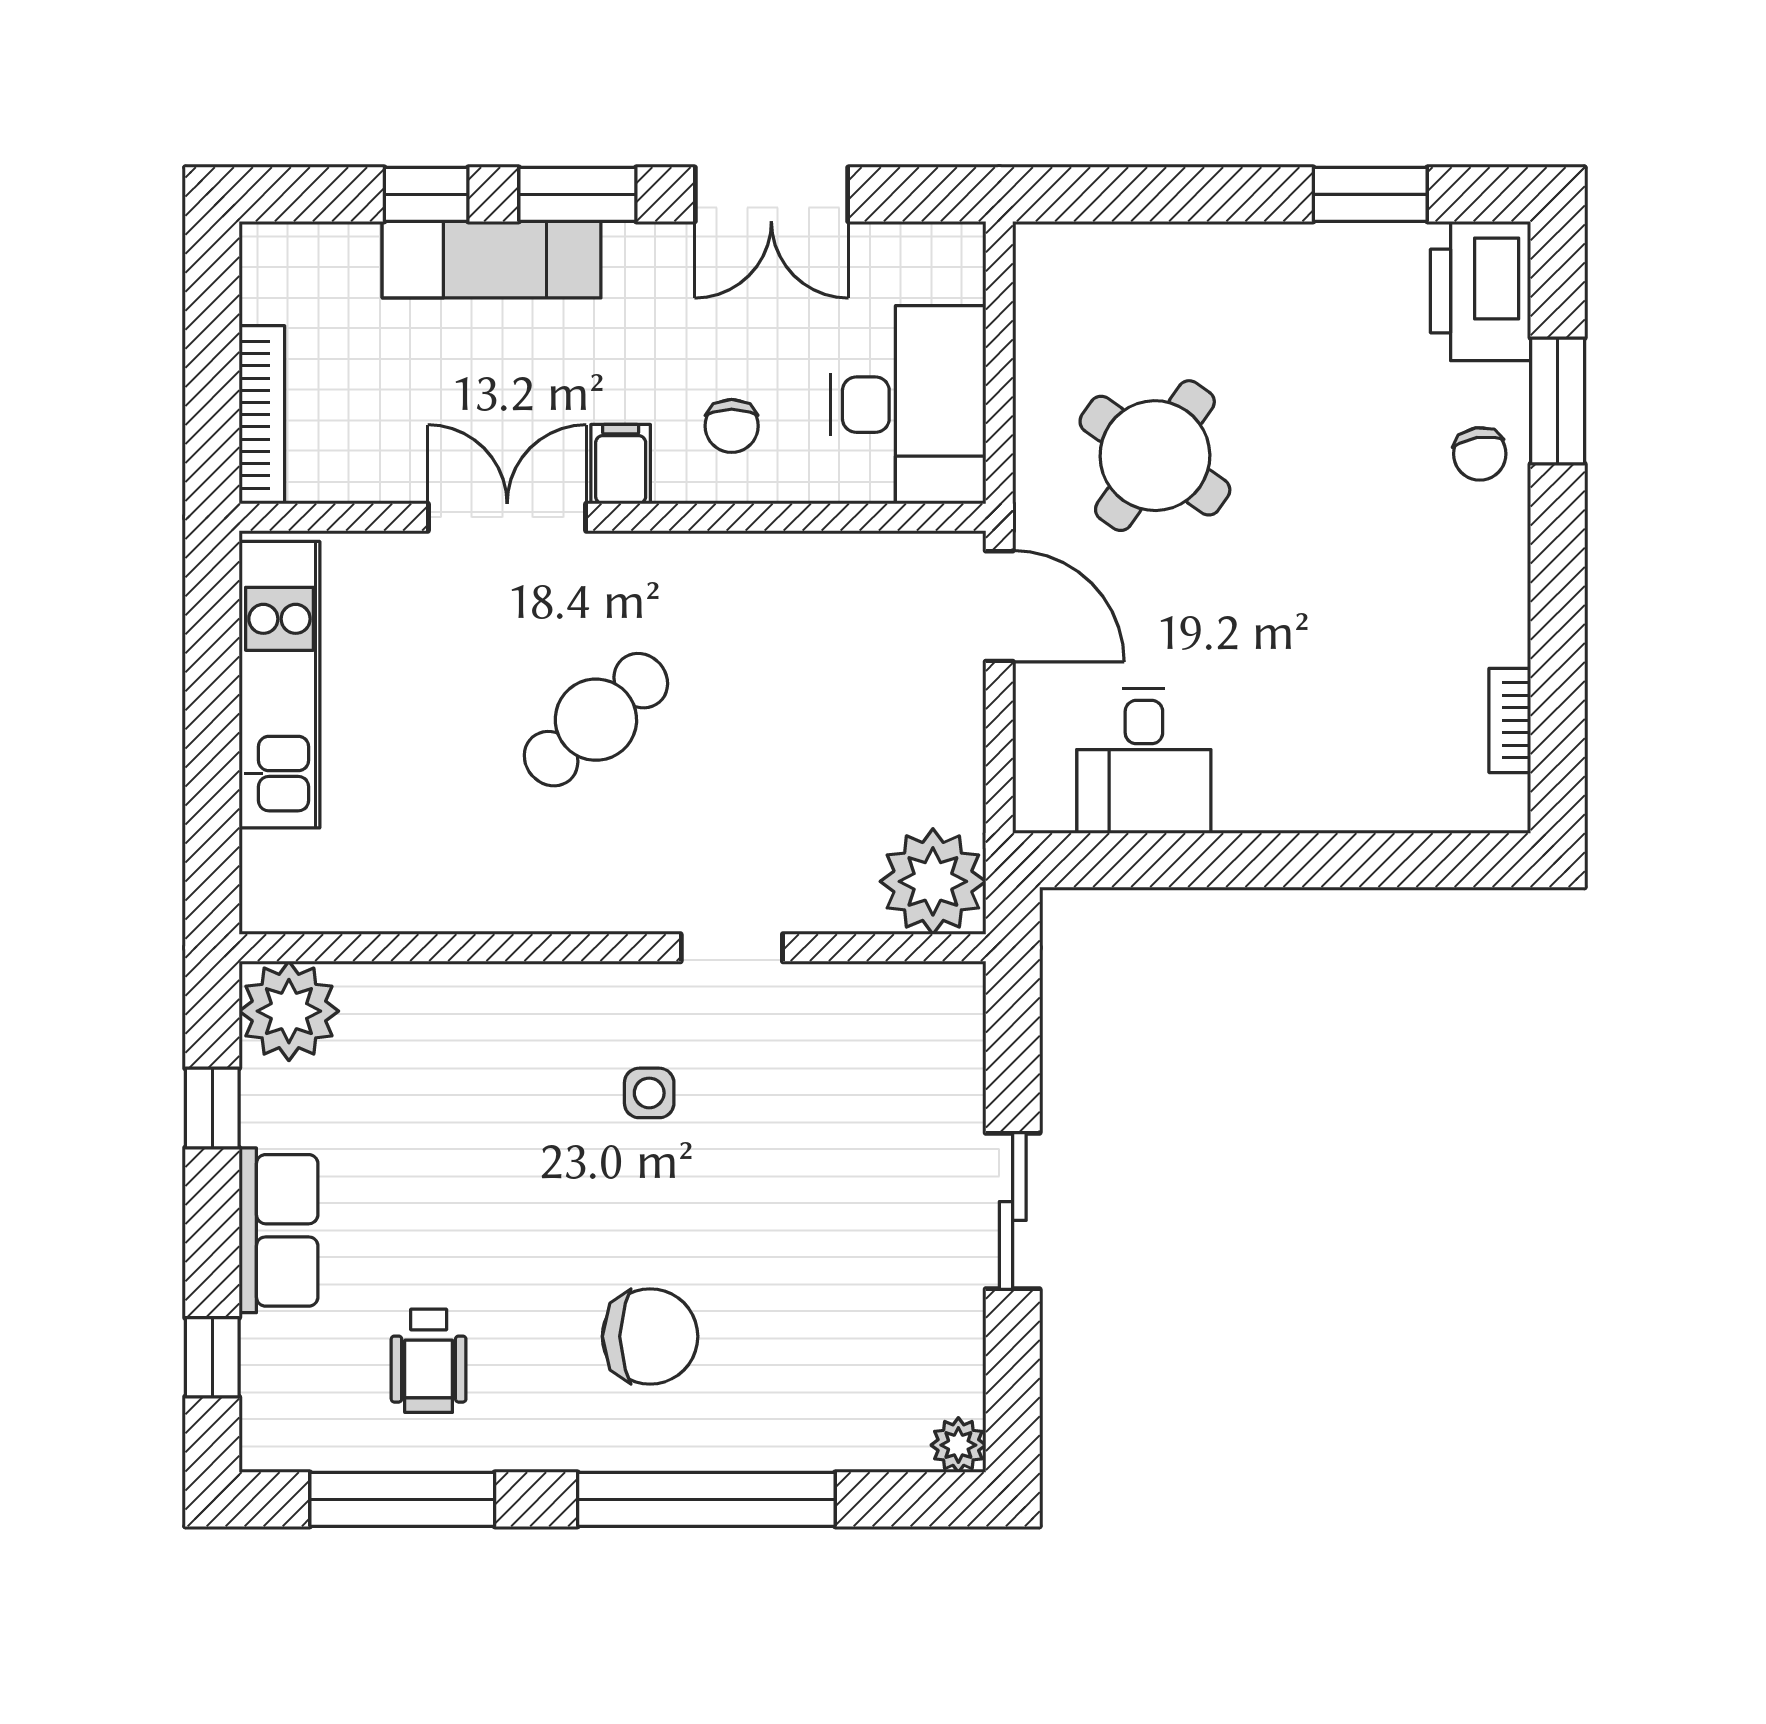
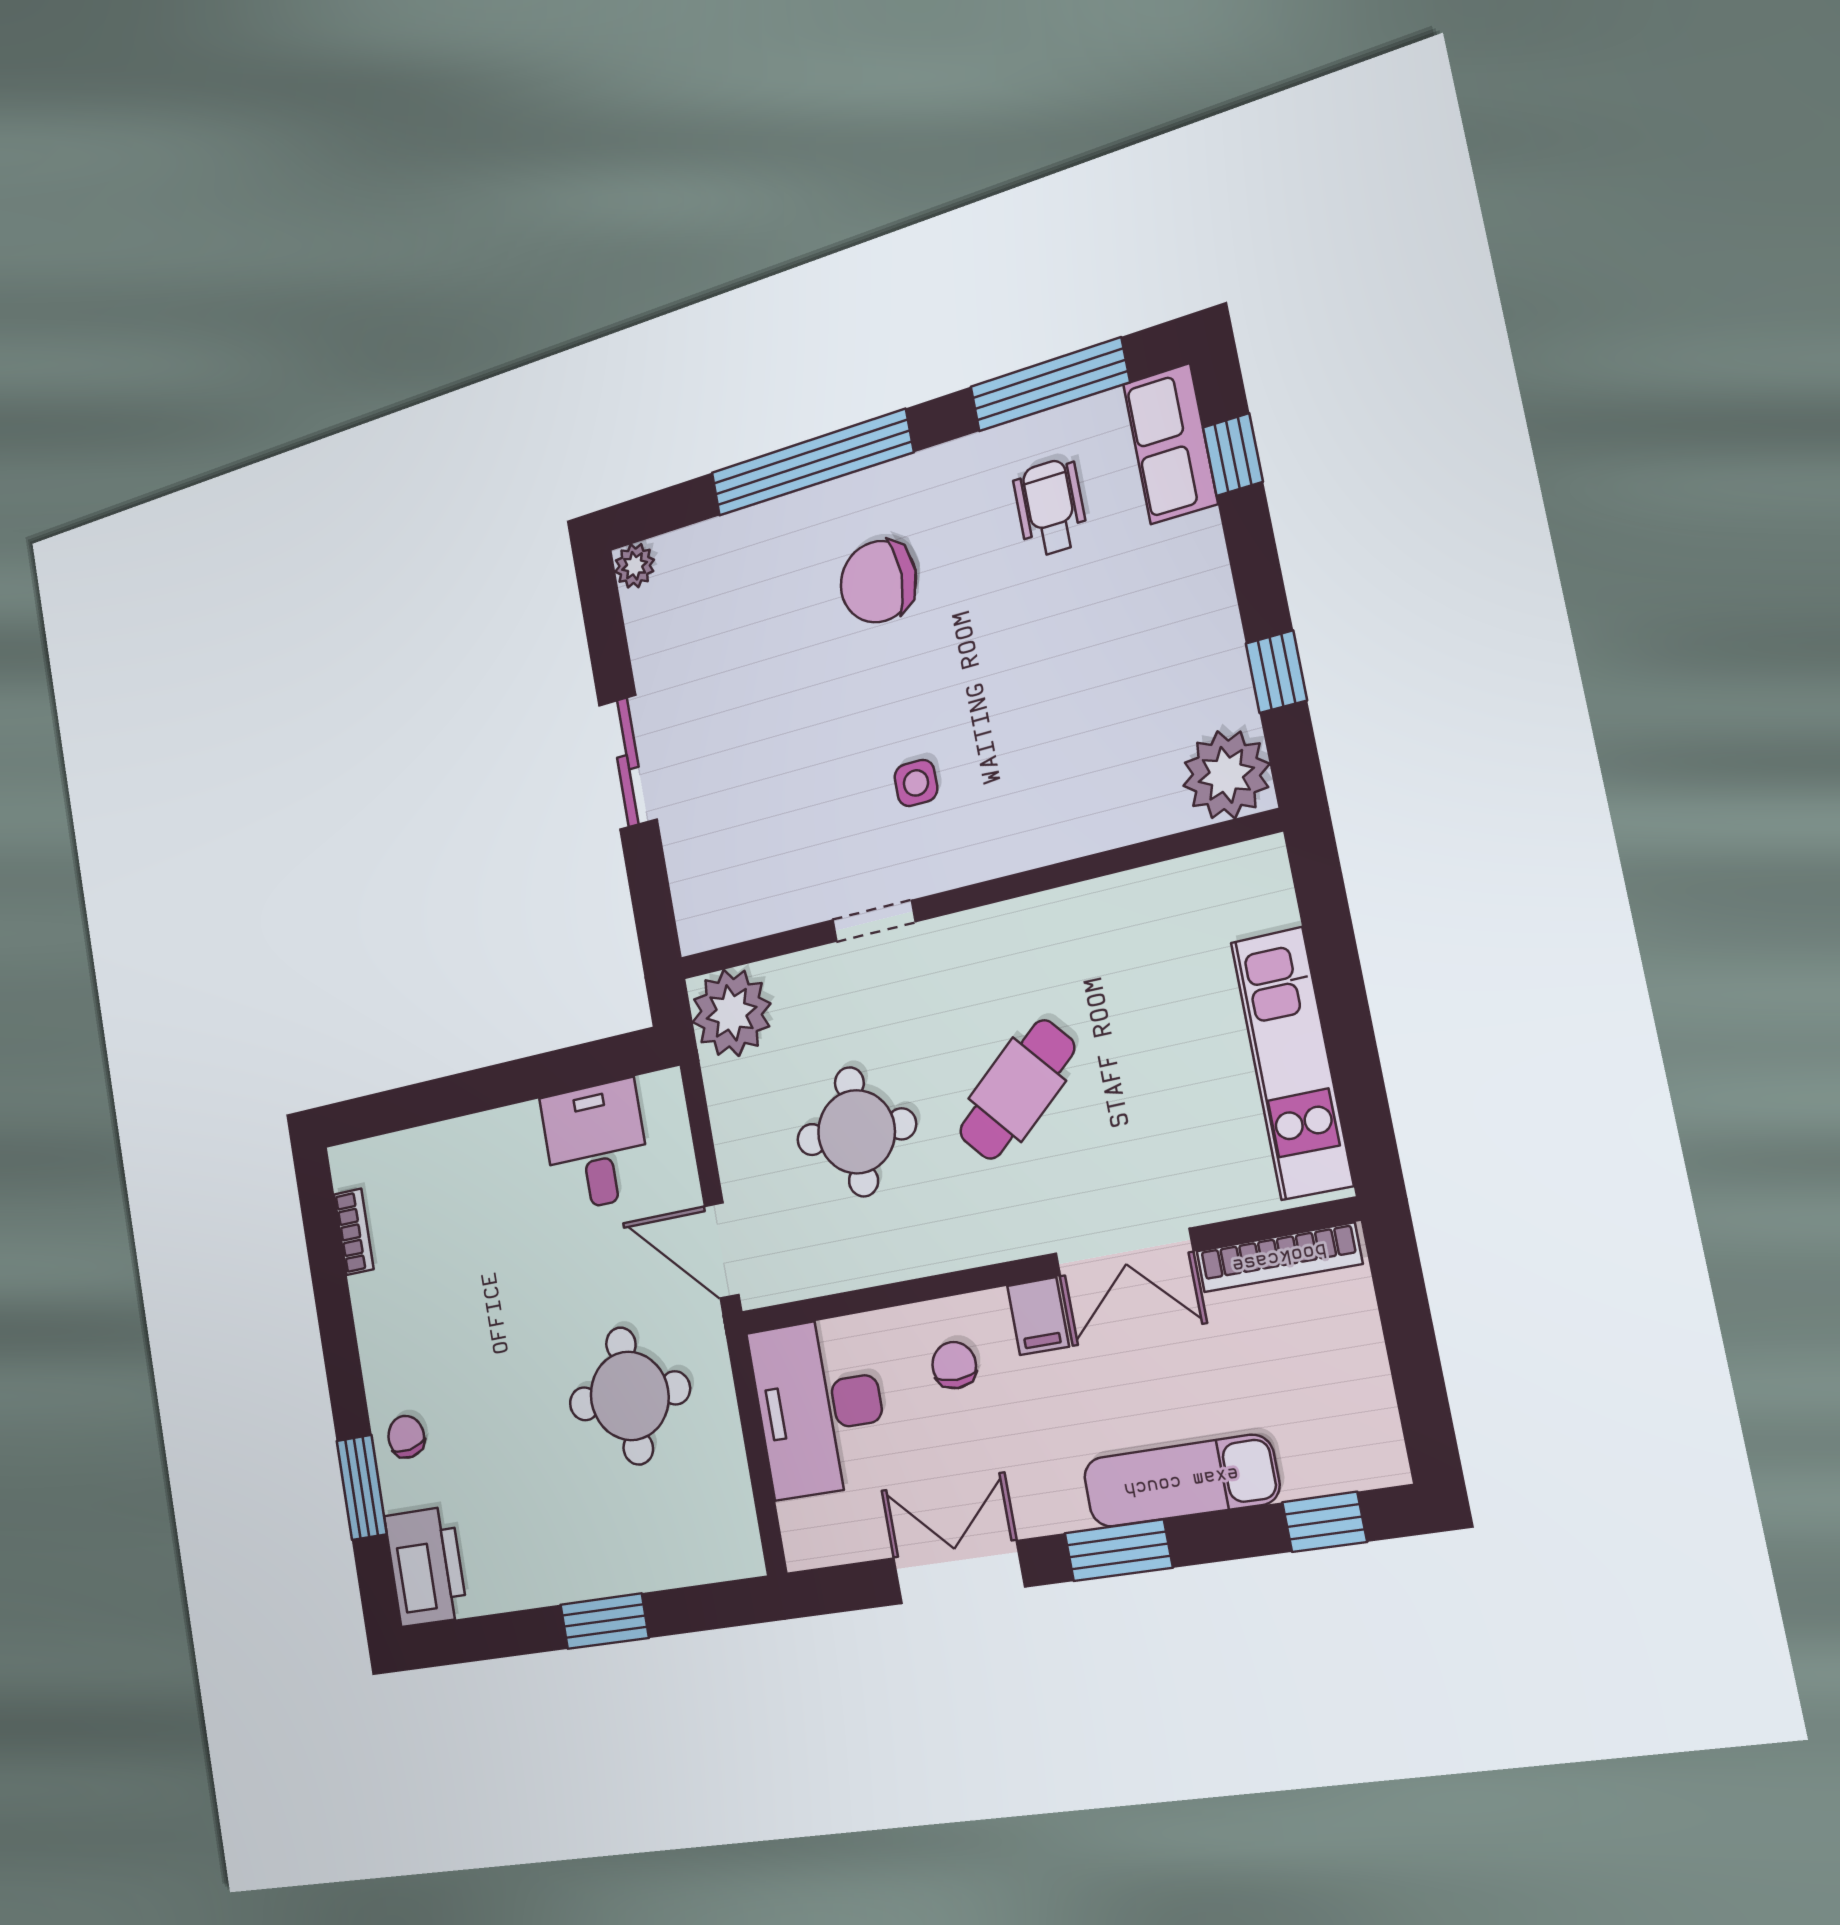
window: (426, 194) -> (1324, 1522), moved
window: (1370, 194) -> (604, 1621), moved
bookcase: (262, 415) -> (1279, 1257), moved, turned -90
round table: (1155, 456) -> (630, 1396), turned -35
round table: (800, 711) -> (856, 1132), added
row of seats: (279, 1230) -> (1170, 444), moved

